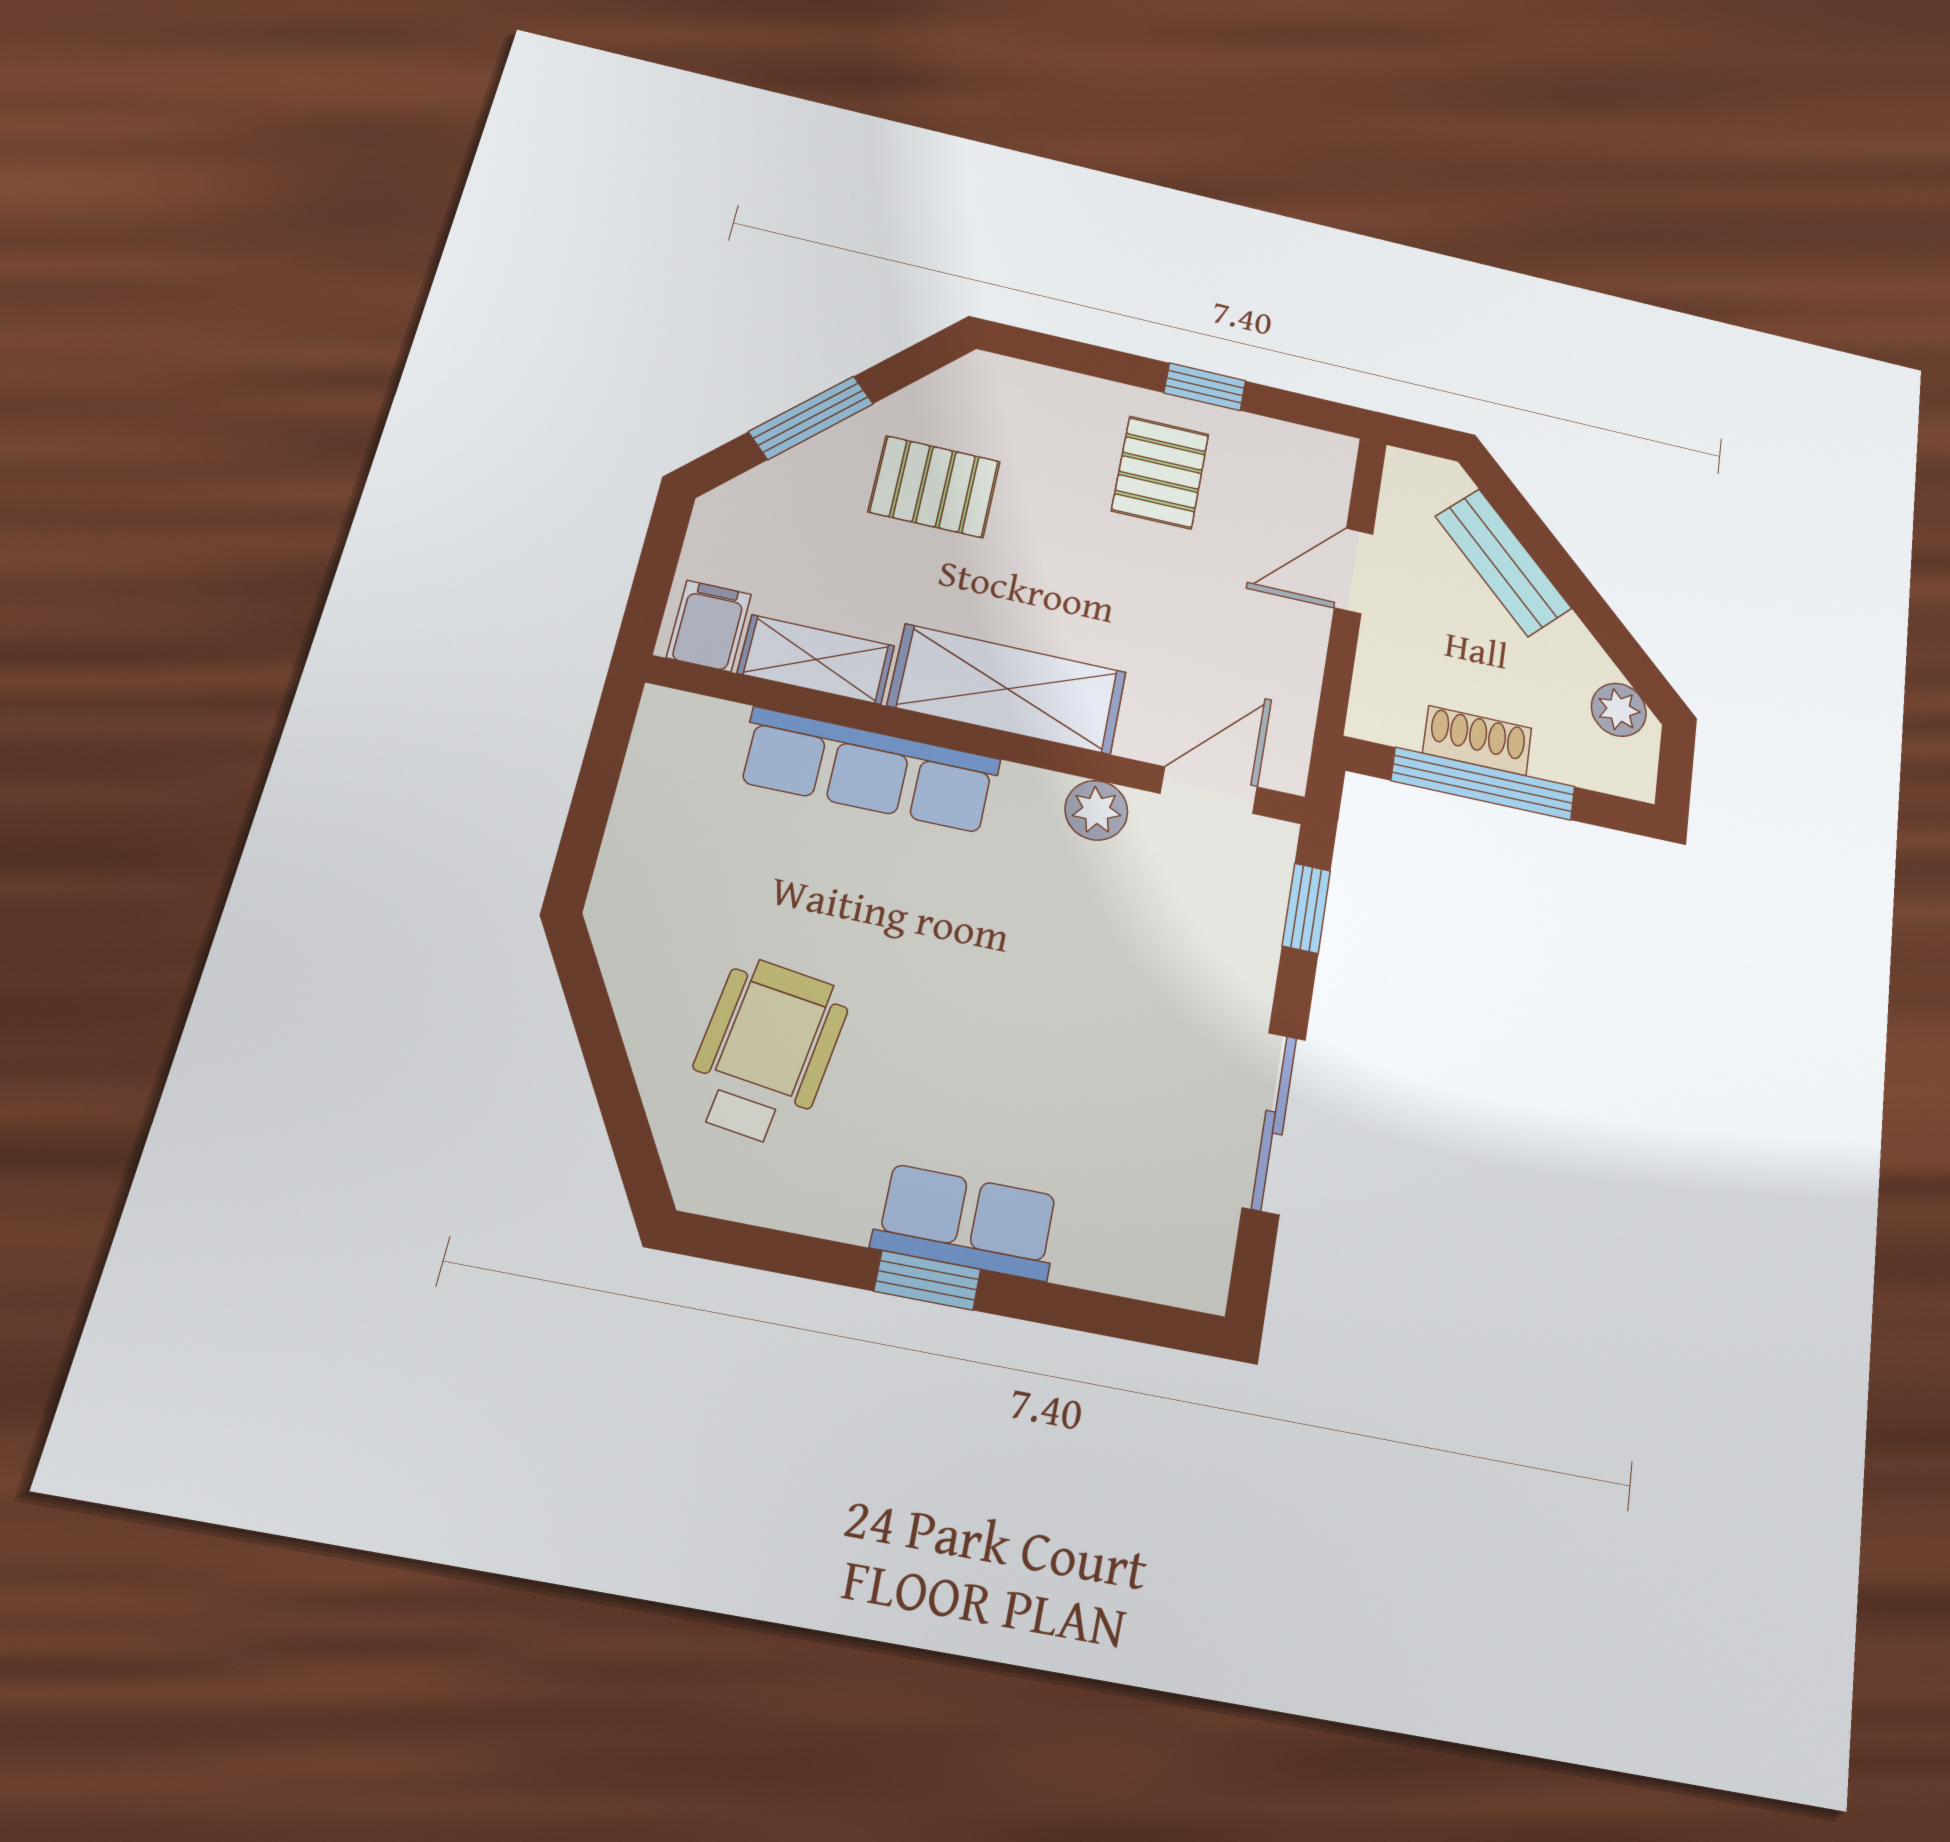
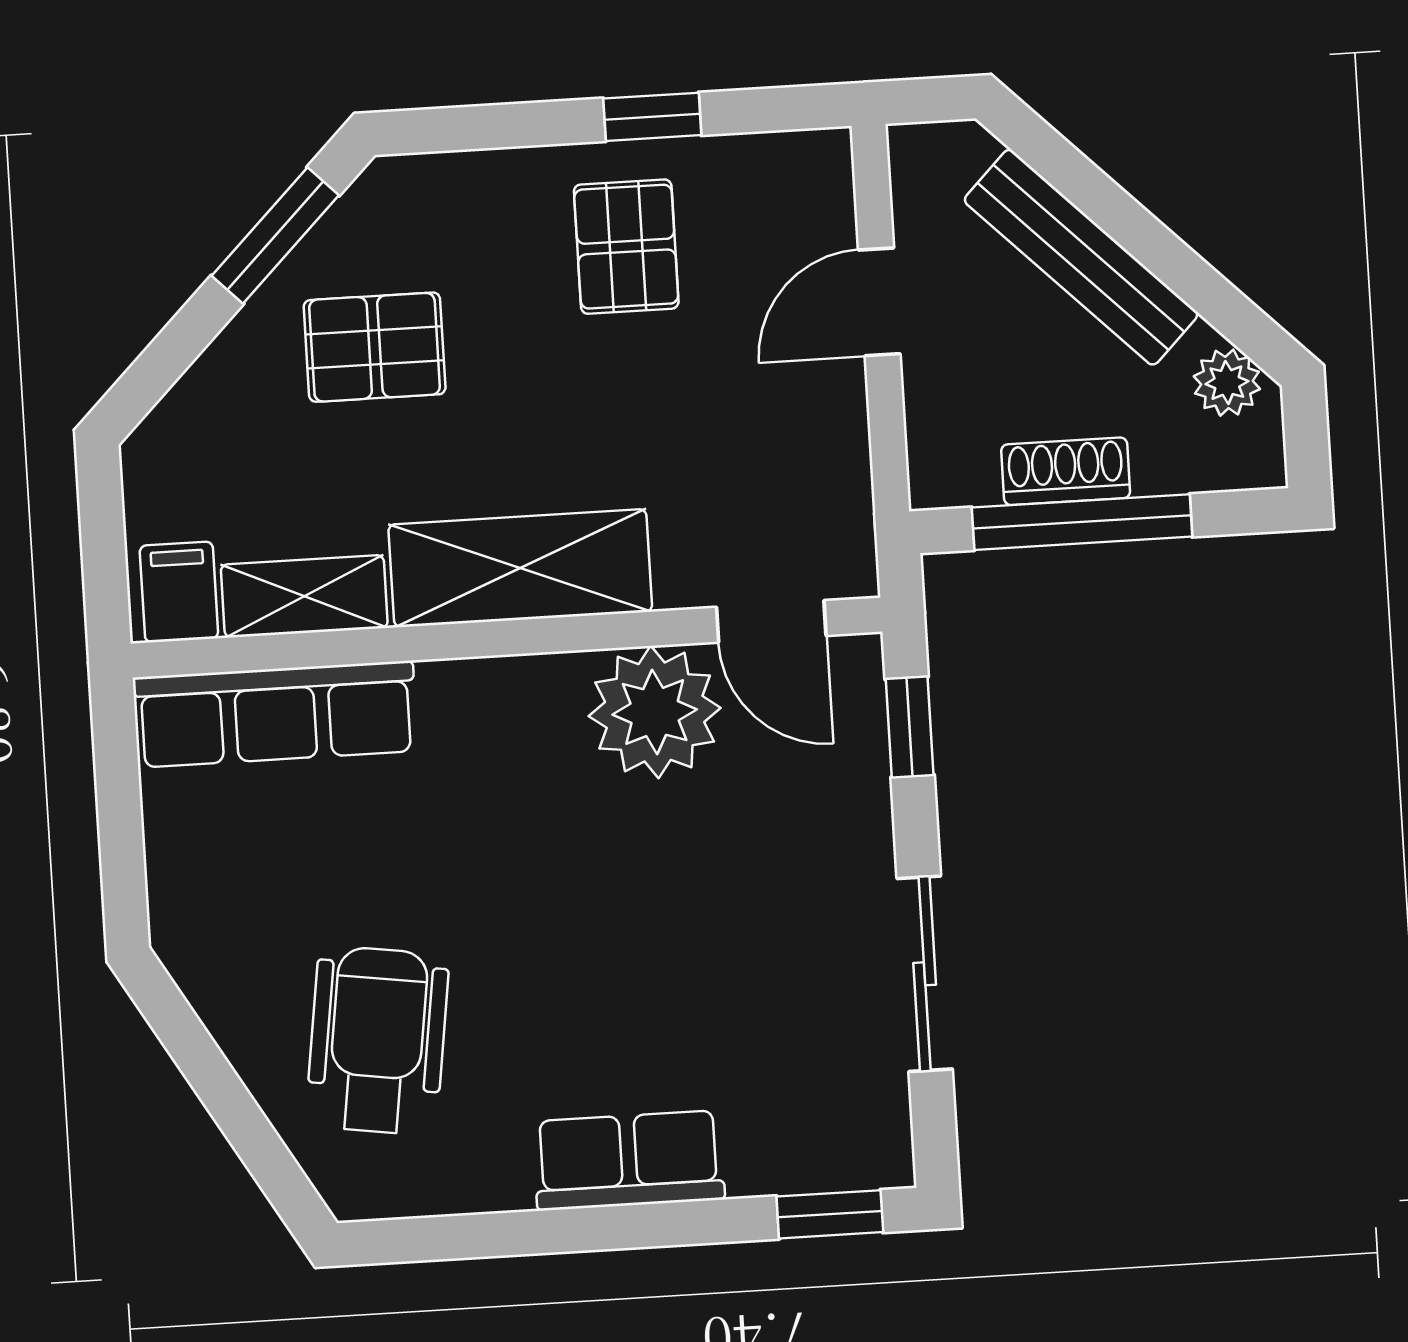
window: (811, 418) -> (275, 236), moved
bench: (1503, 562) -> (1081, 257), width x1.36
row of seats: (869, 770) -> (275, 714), moved
door: (1209, 790) -> (771, 621), swing flipped
plant: (1096, 810) -> (655, 712), width x1.88, depth x1.88
window: (927, 1280) -> (830, 1214), moved

